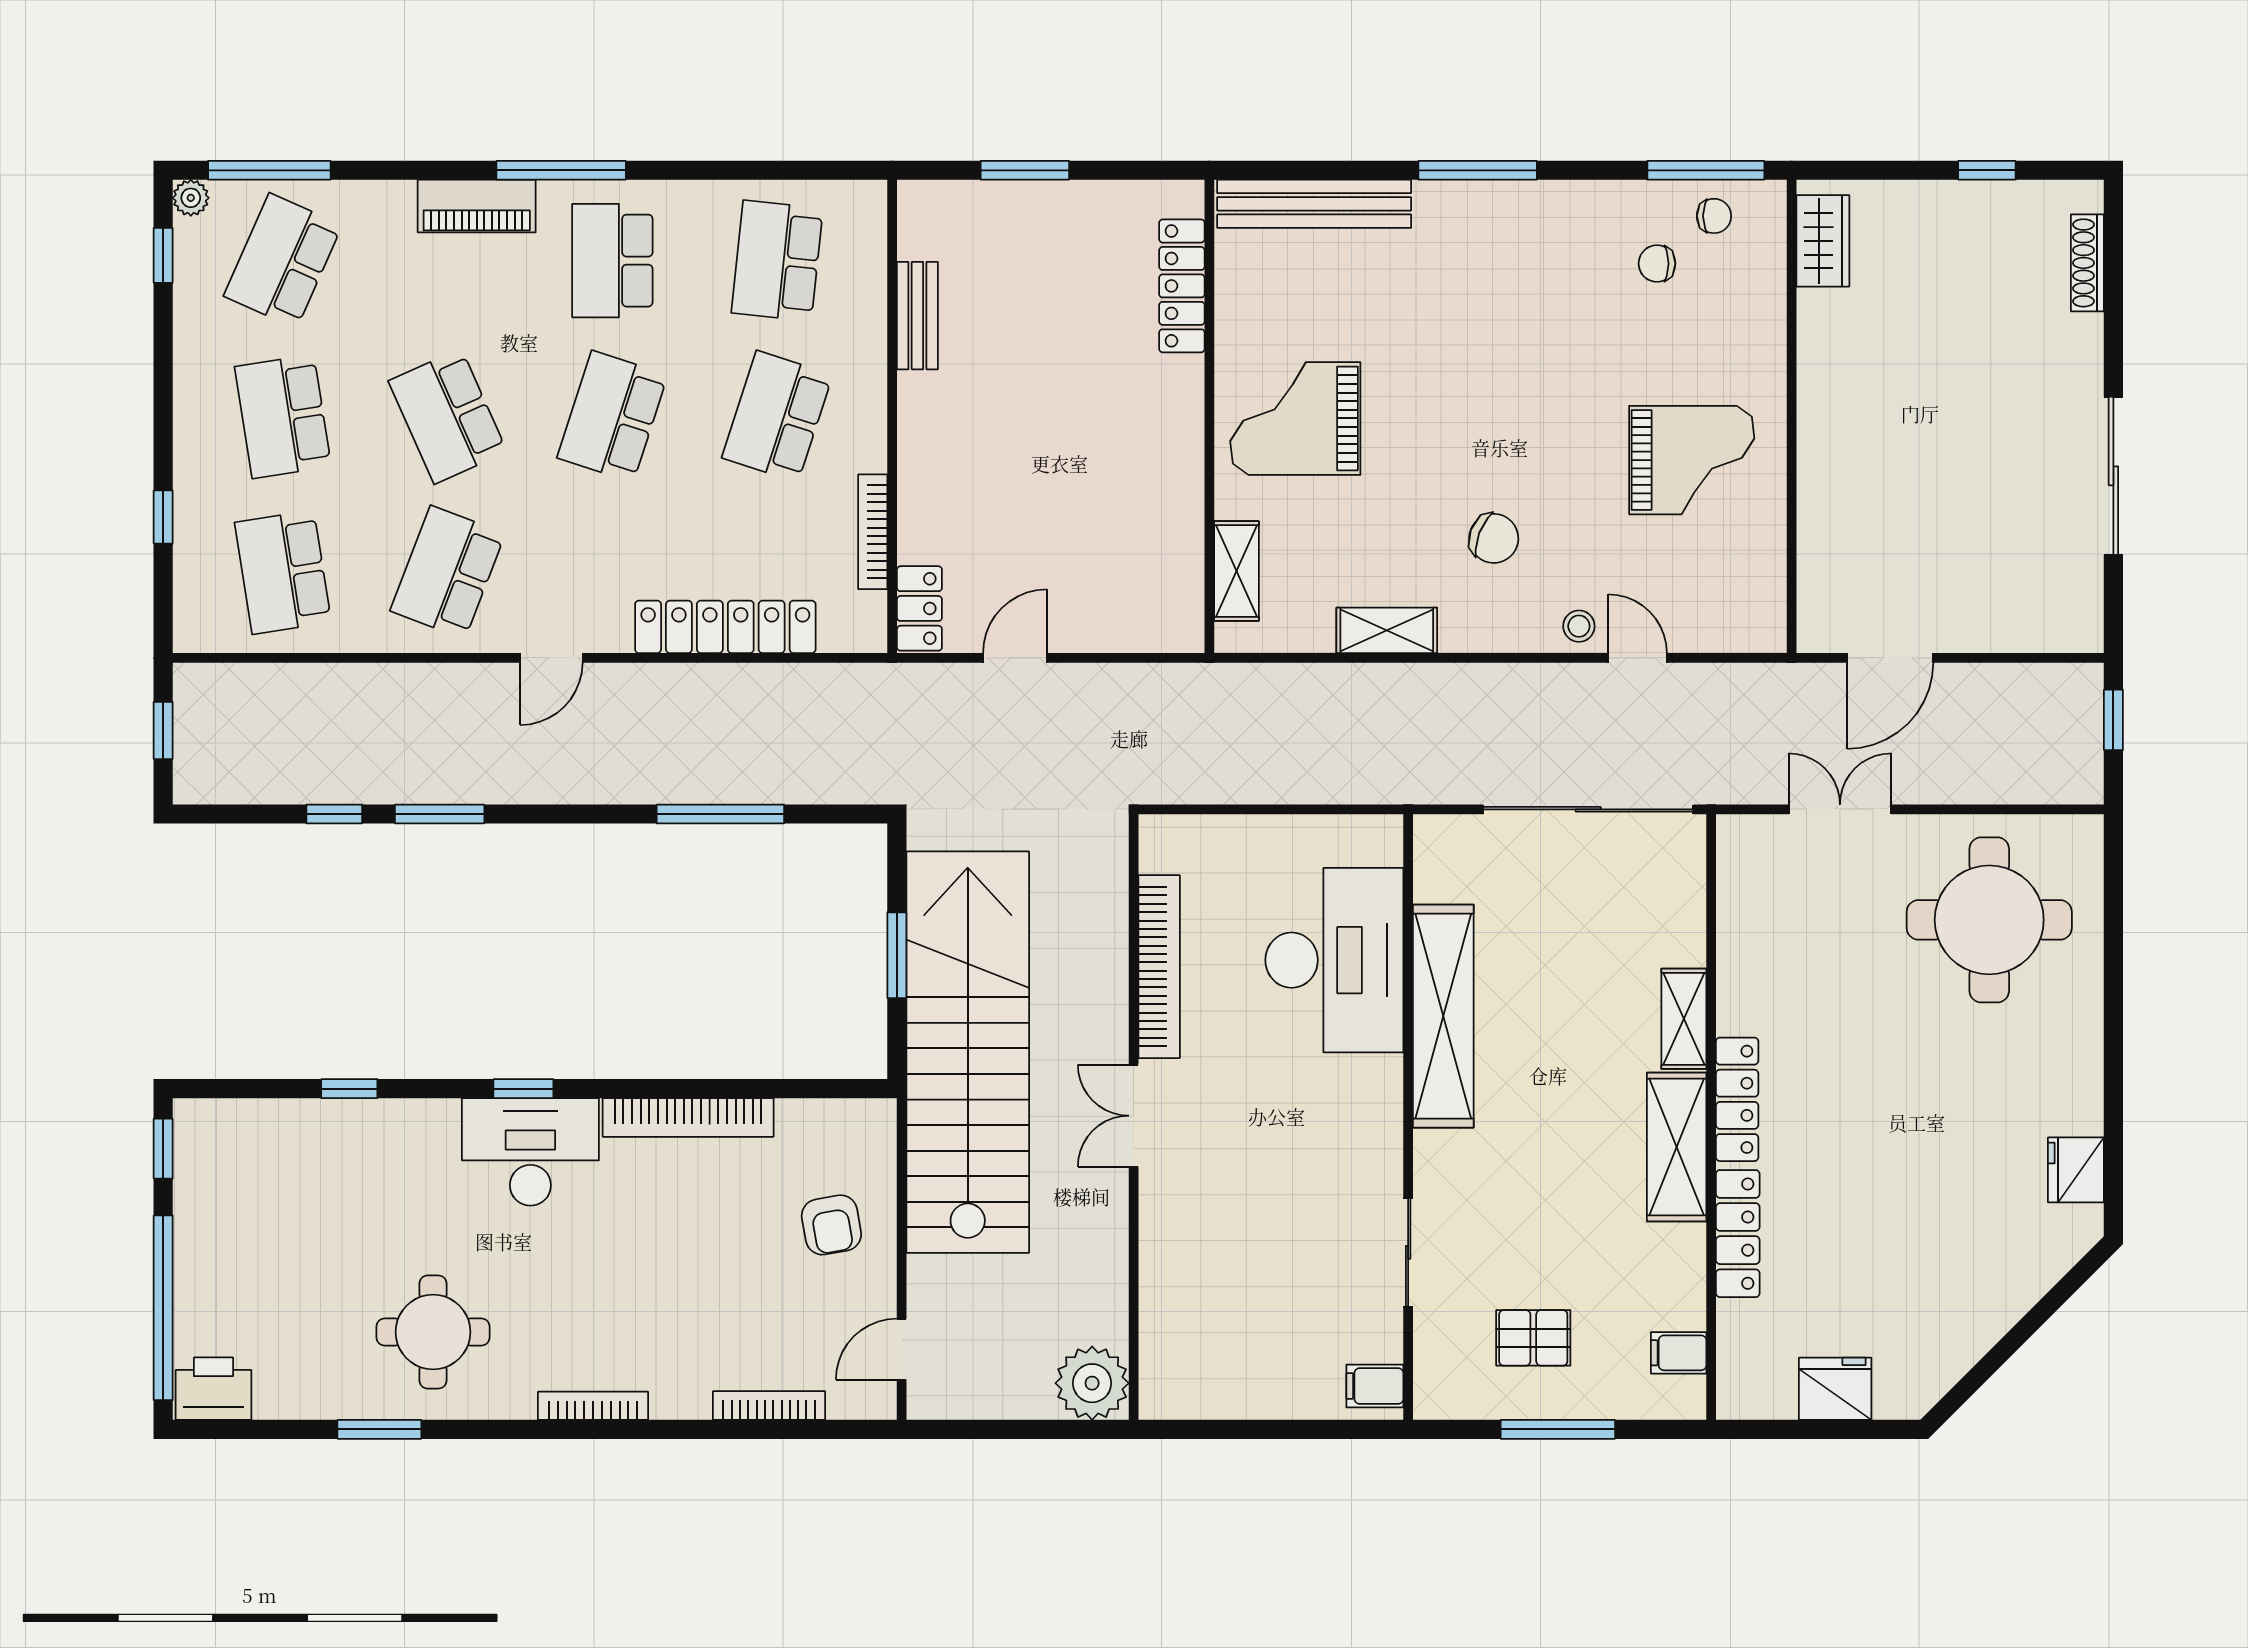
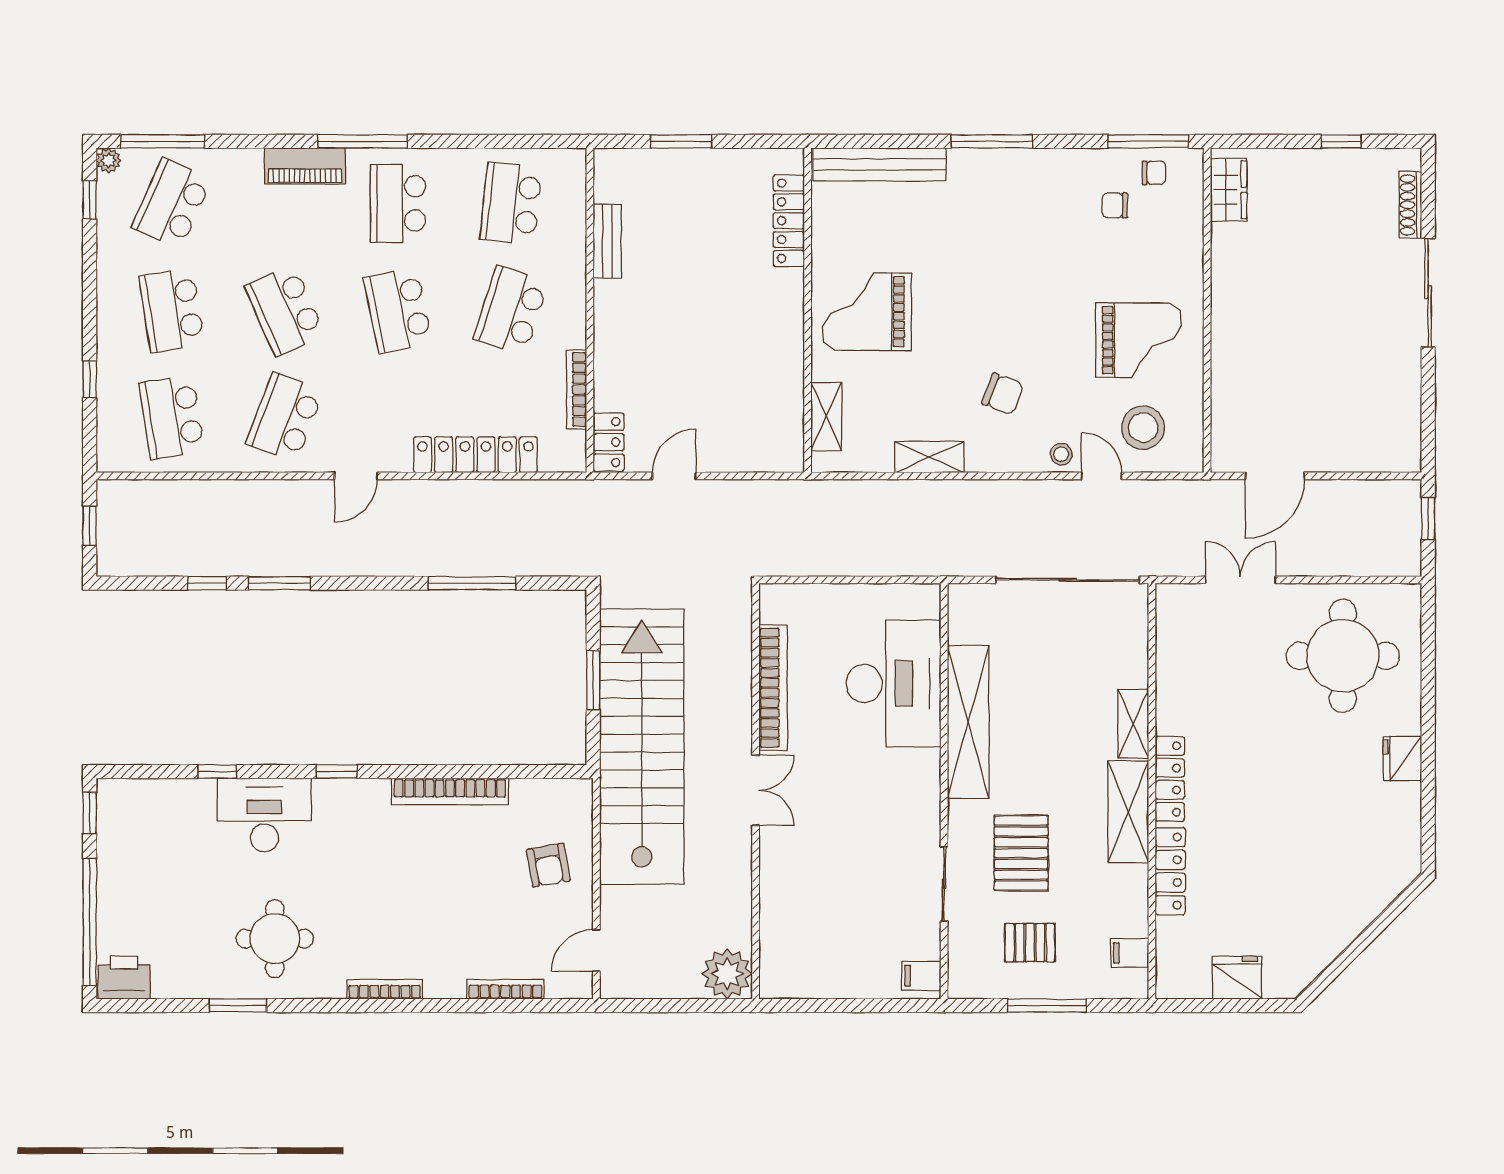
school desk: (612, 416) -> (398, 310), turned -30
sliding door: (2113, 476) -> (1428, 293), moved
stool: (1698, 587) -> (1143, 428), added
double door: (1134, 1116) -> (756, 790), swing flipped
desk: (530, 1152) -> (264, 815), moved
fridge: (2076, 1170) -> (1402, 759), moved
pallet: (1520, 1207) -> (1021, 853), added

